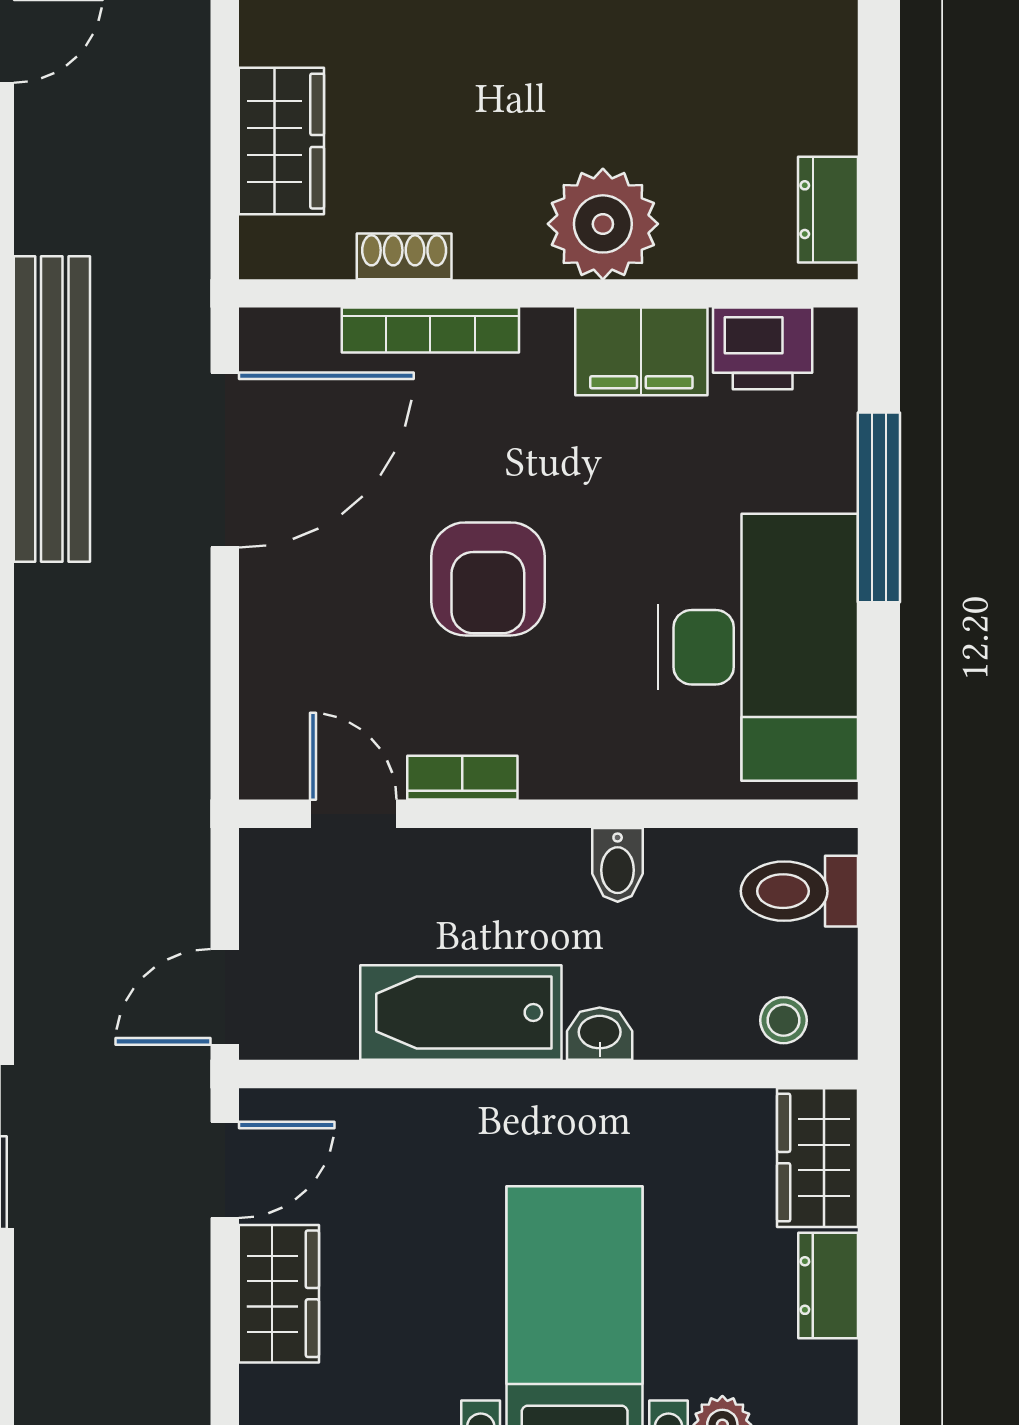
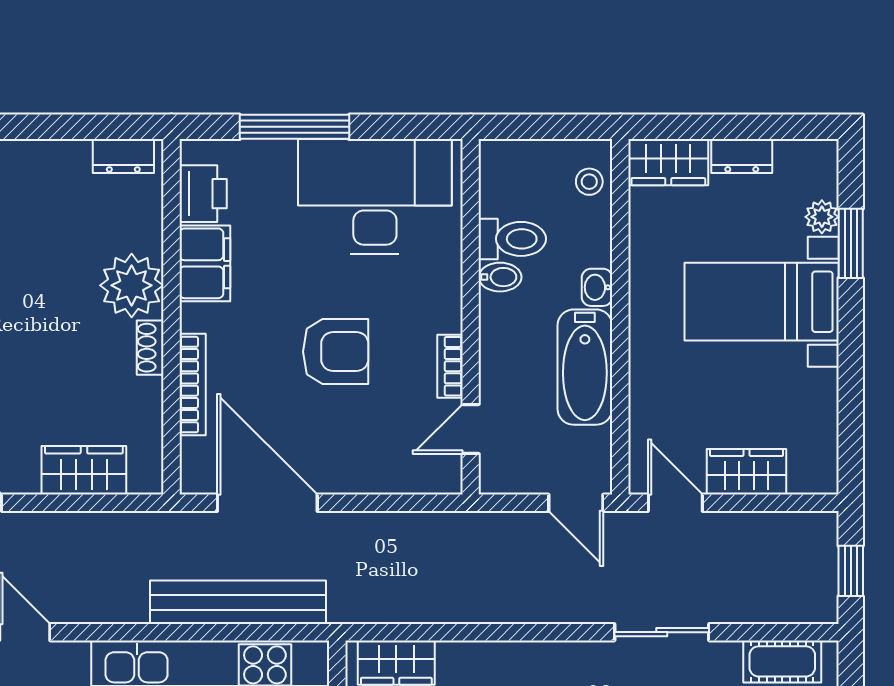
shoe rack: (404, 256) -> (150, 348), moved
toilet: (799, 891) -> (512, 239), moved, turned -90

